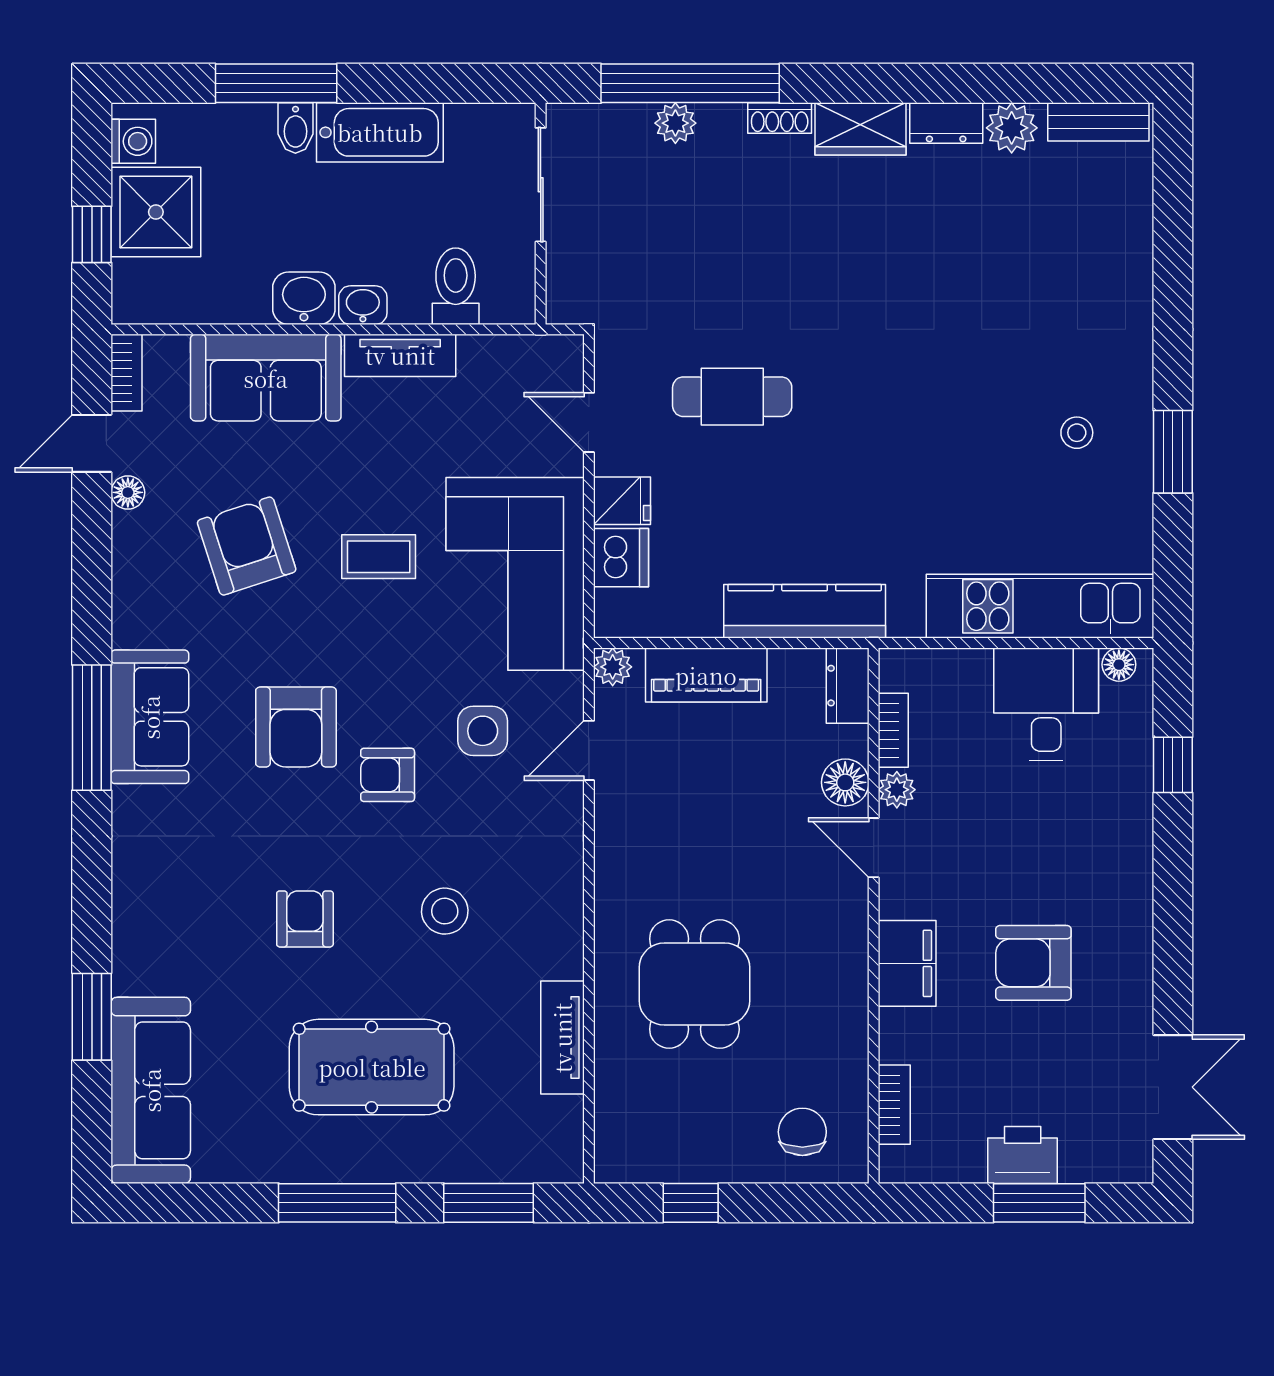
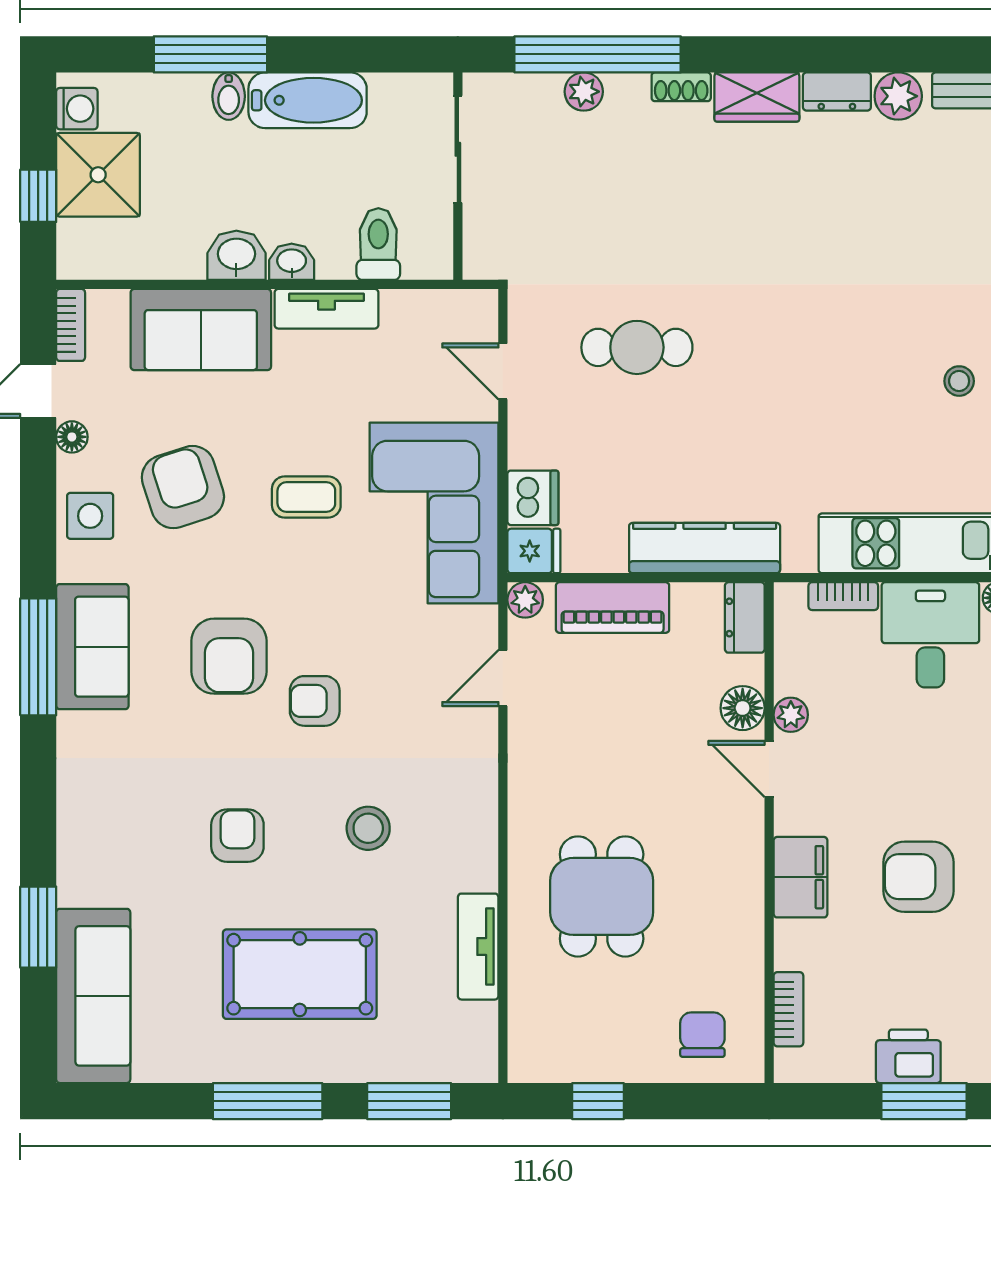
fridge: (622, 501) -> (534, 551), moved
bookcase: (893, 730) -> (843, 596), moved, turned 90
side table: (483, 731) -> (90, 516), moved

